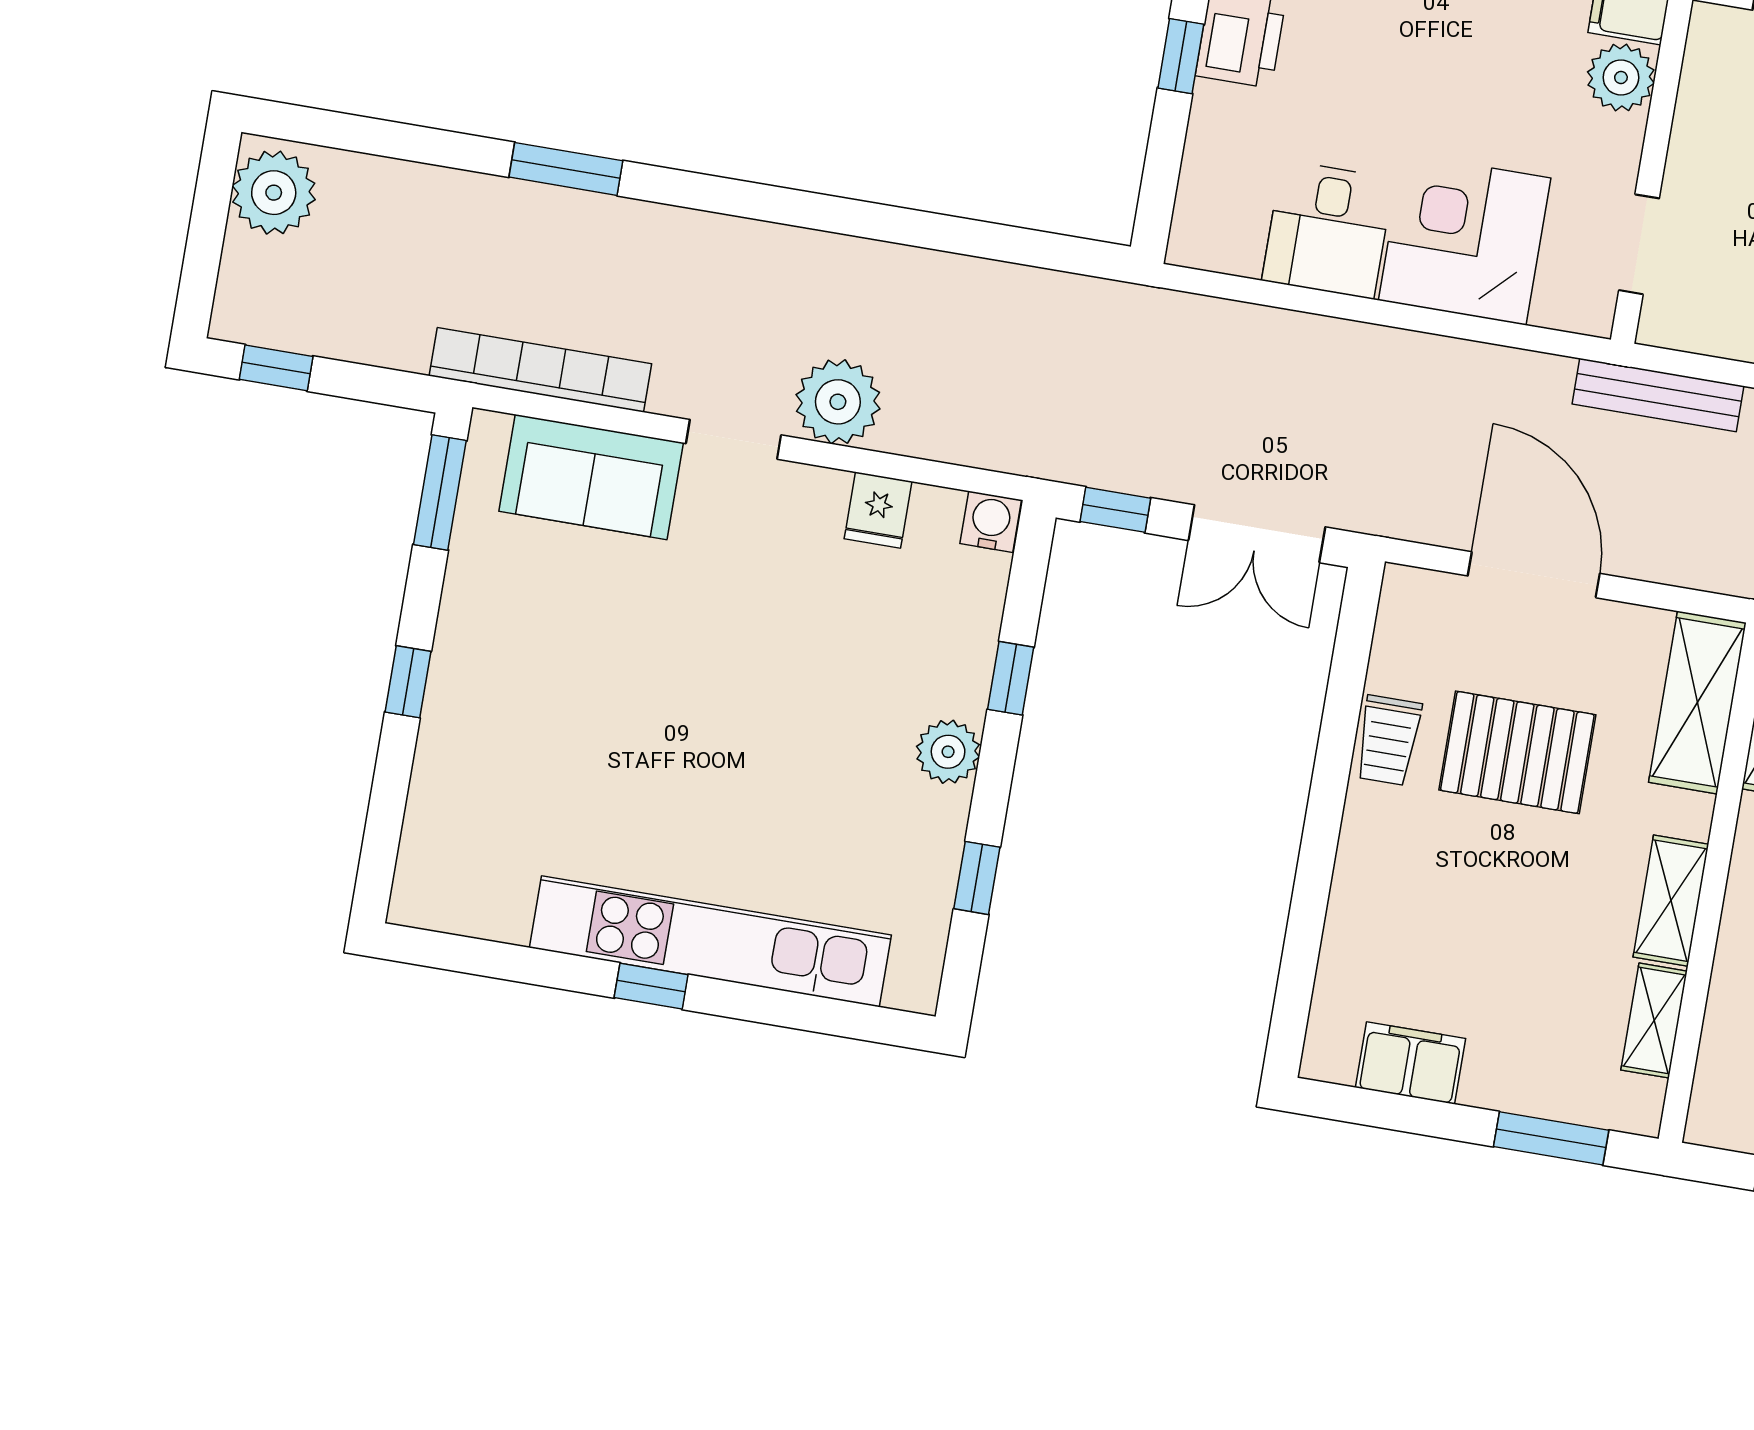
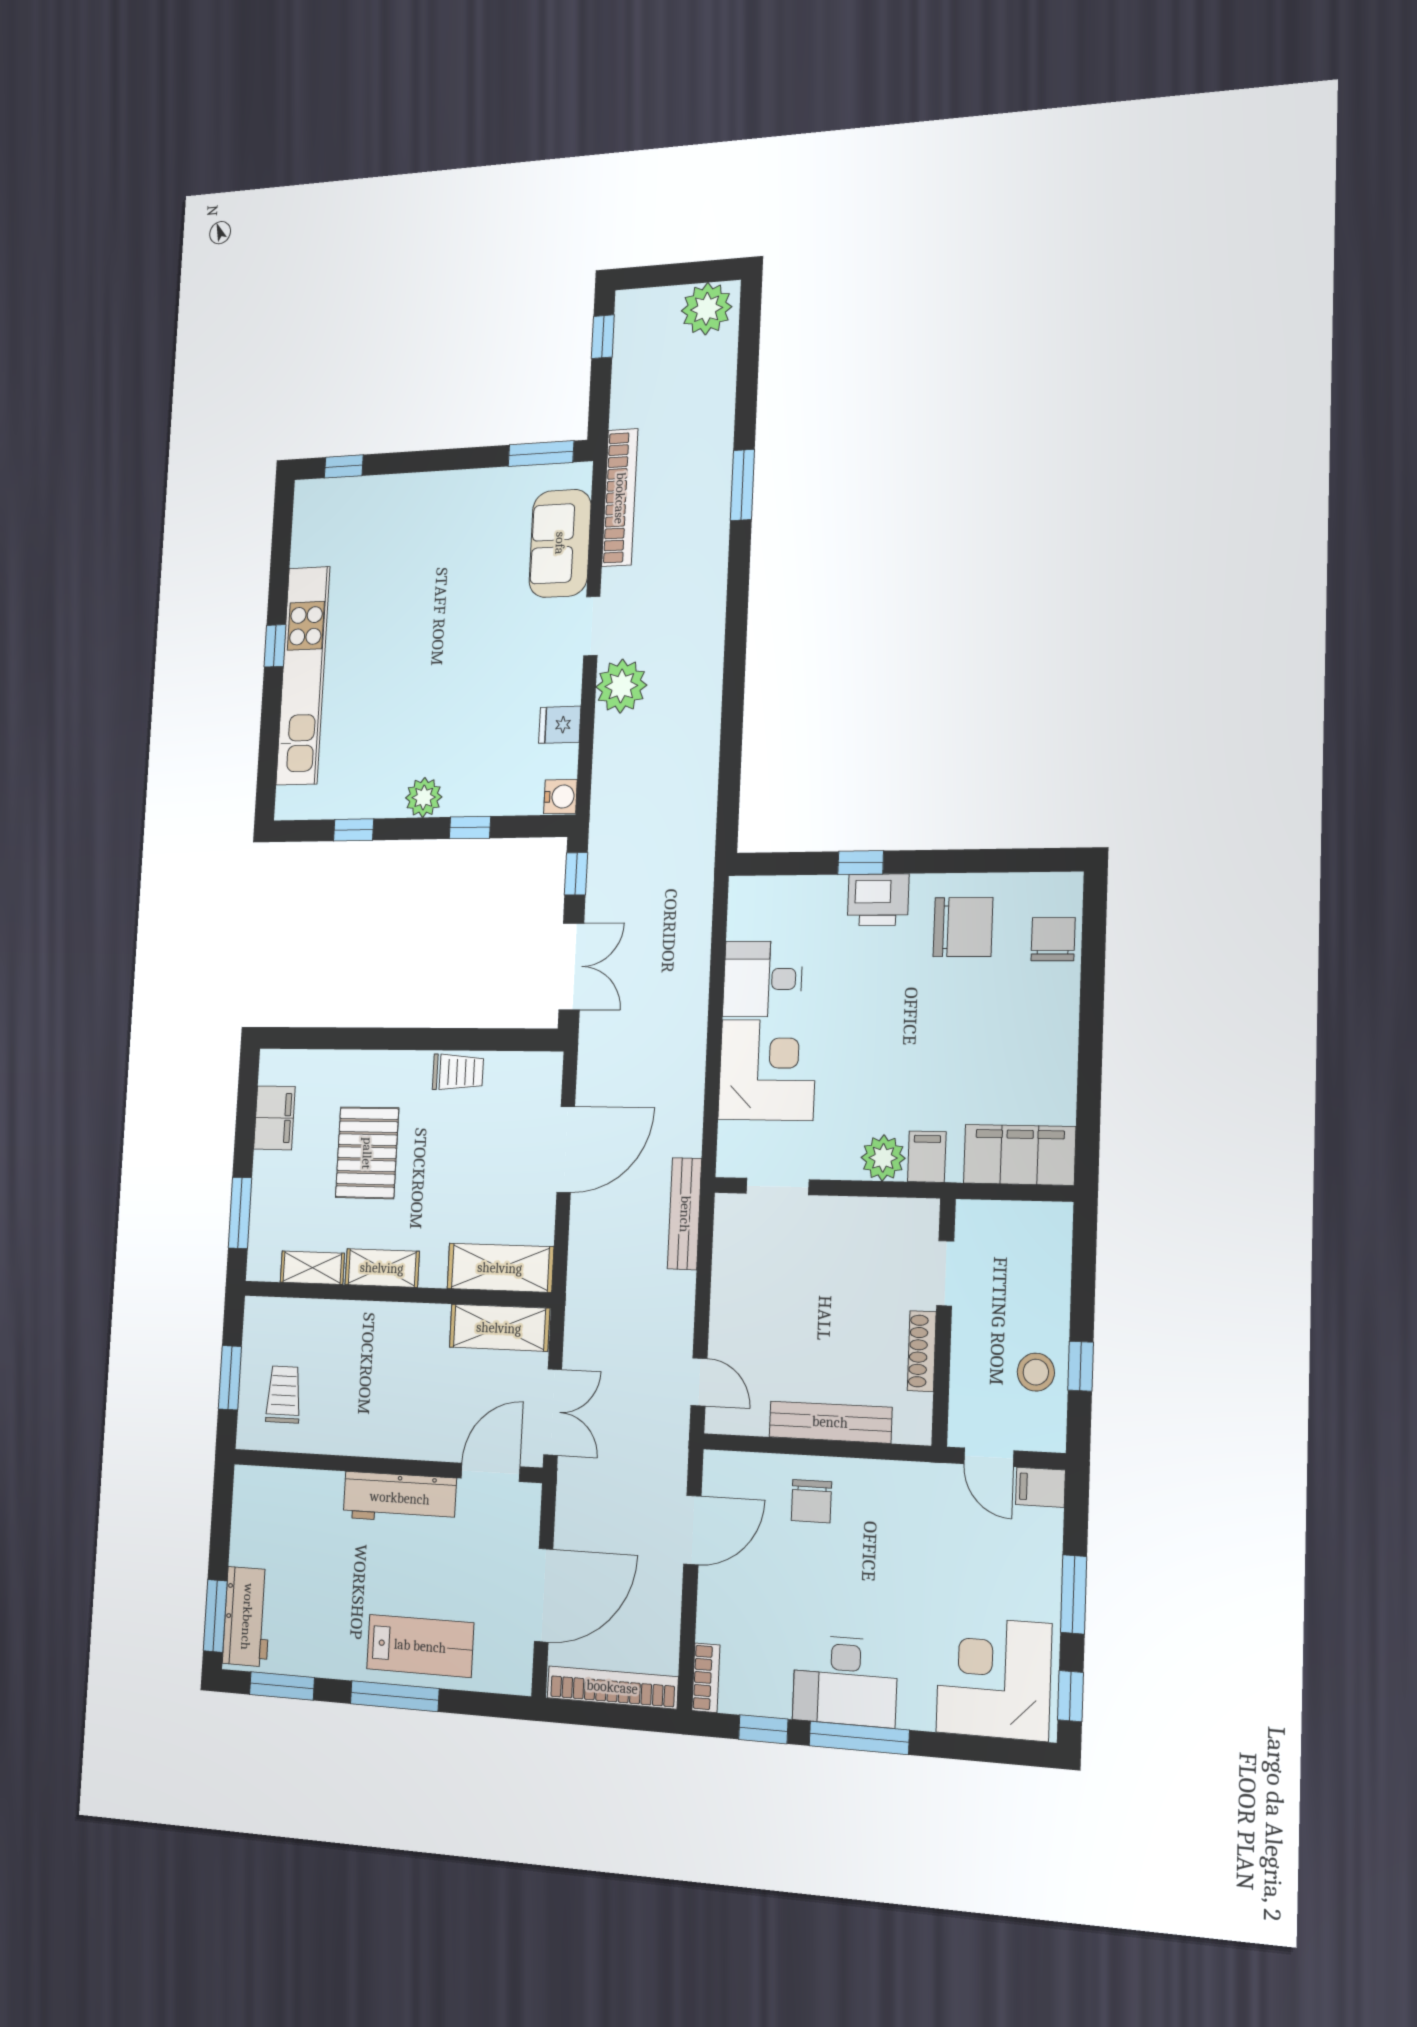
double door: (1257, 534) -> (571, 966), swing flipped
window: (408, 682) -> (344, 466), moved
trolley: (1388, 740) -> (458, 1072), turned 180
pallet: (1517, 752) -> (367, 1153), moved

